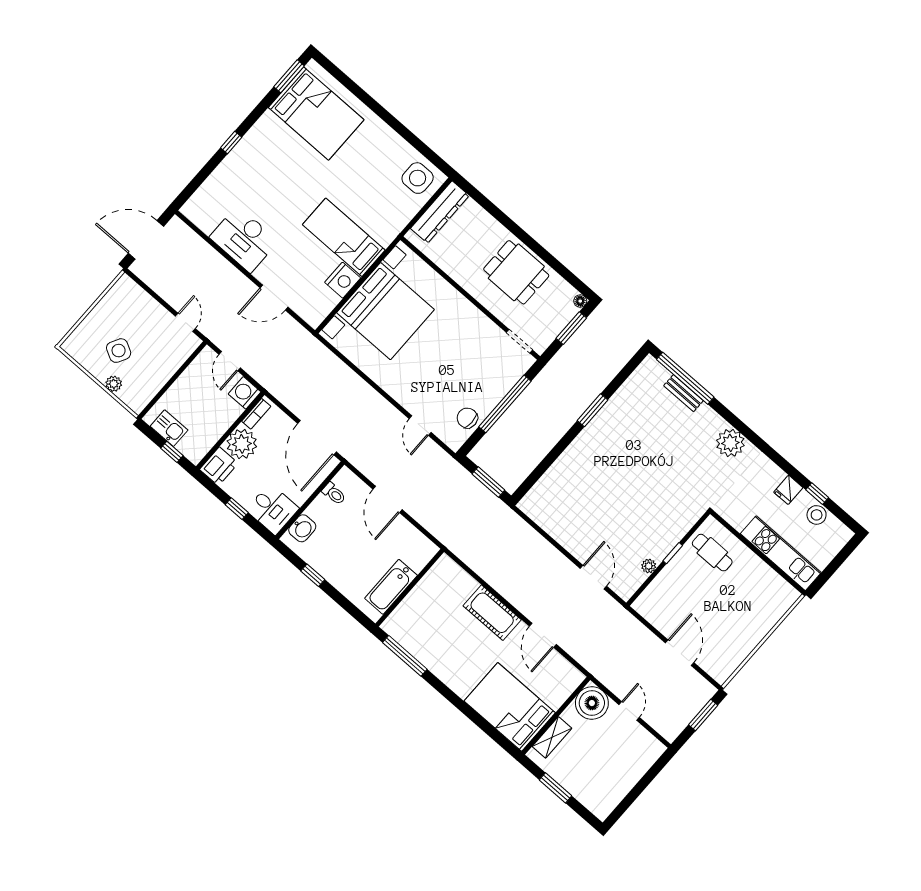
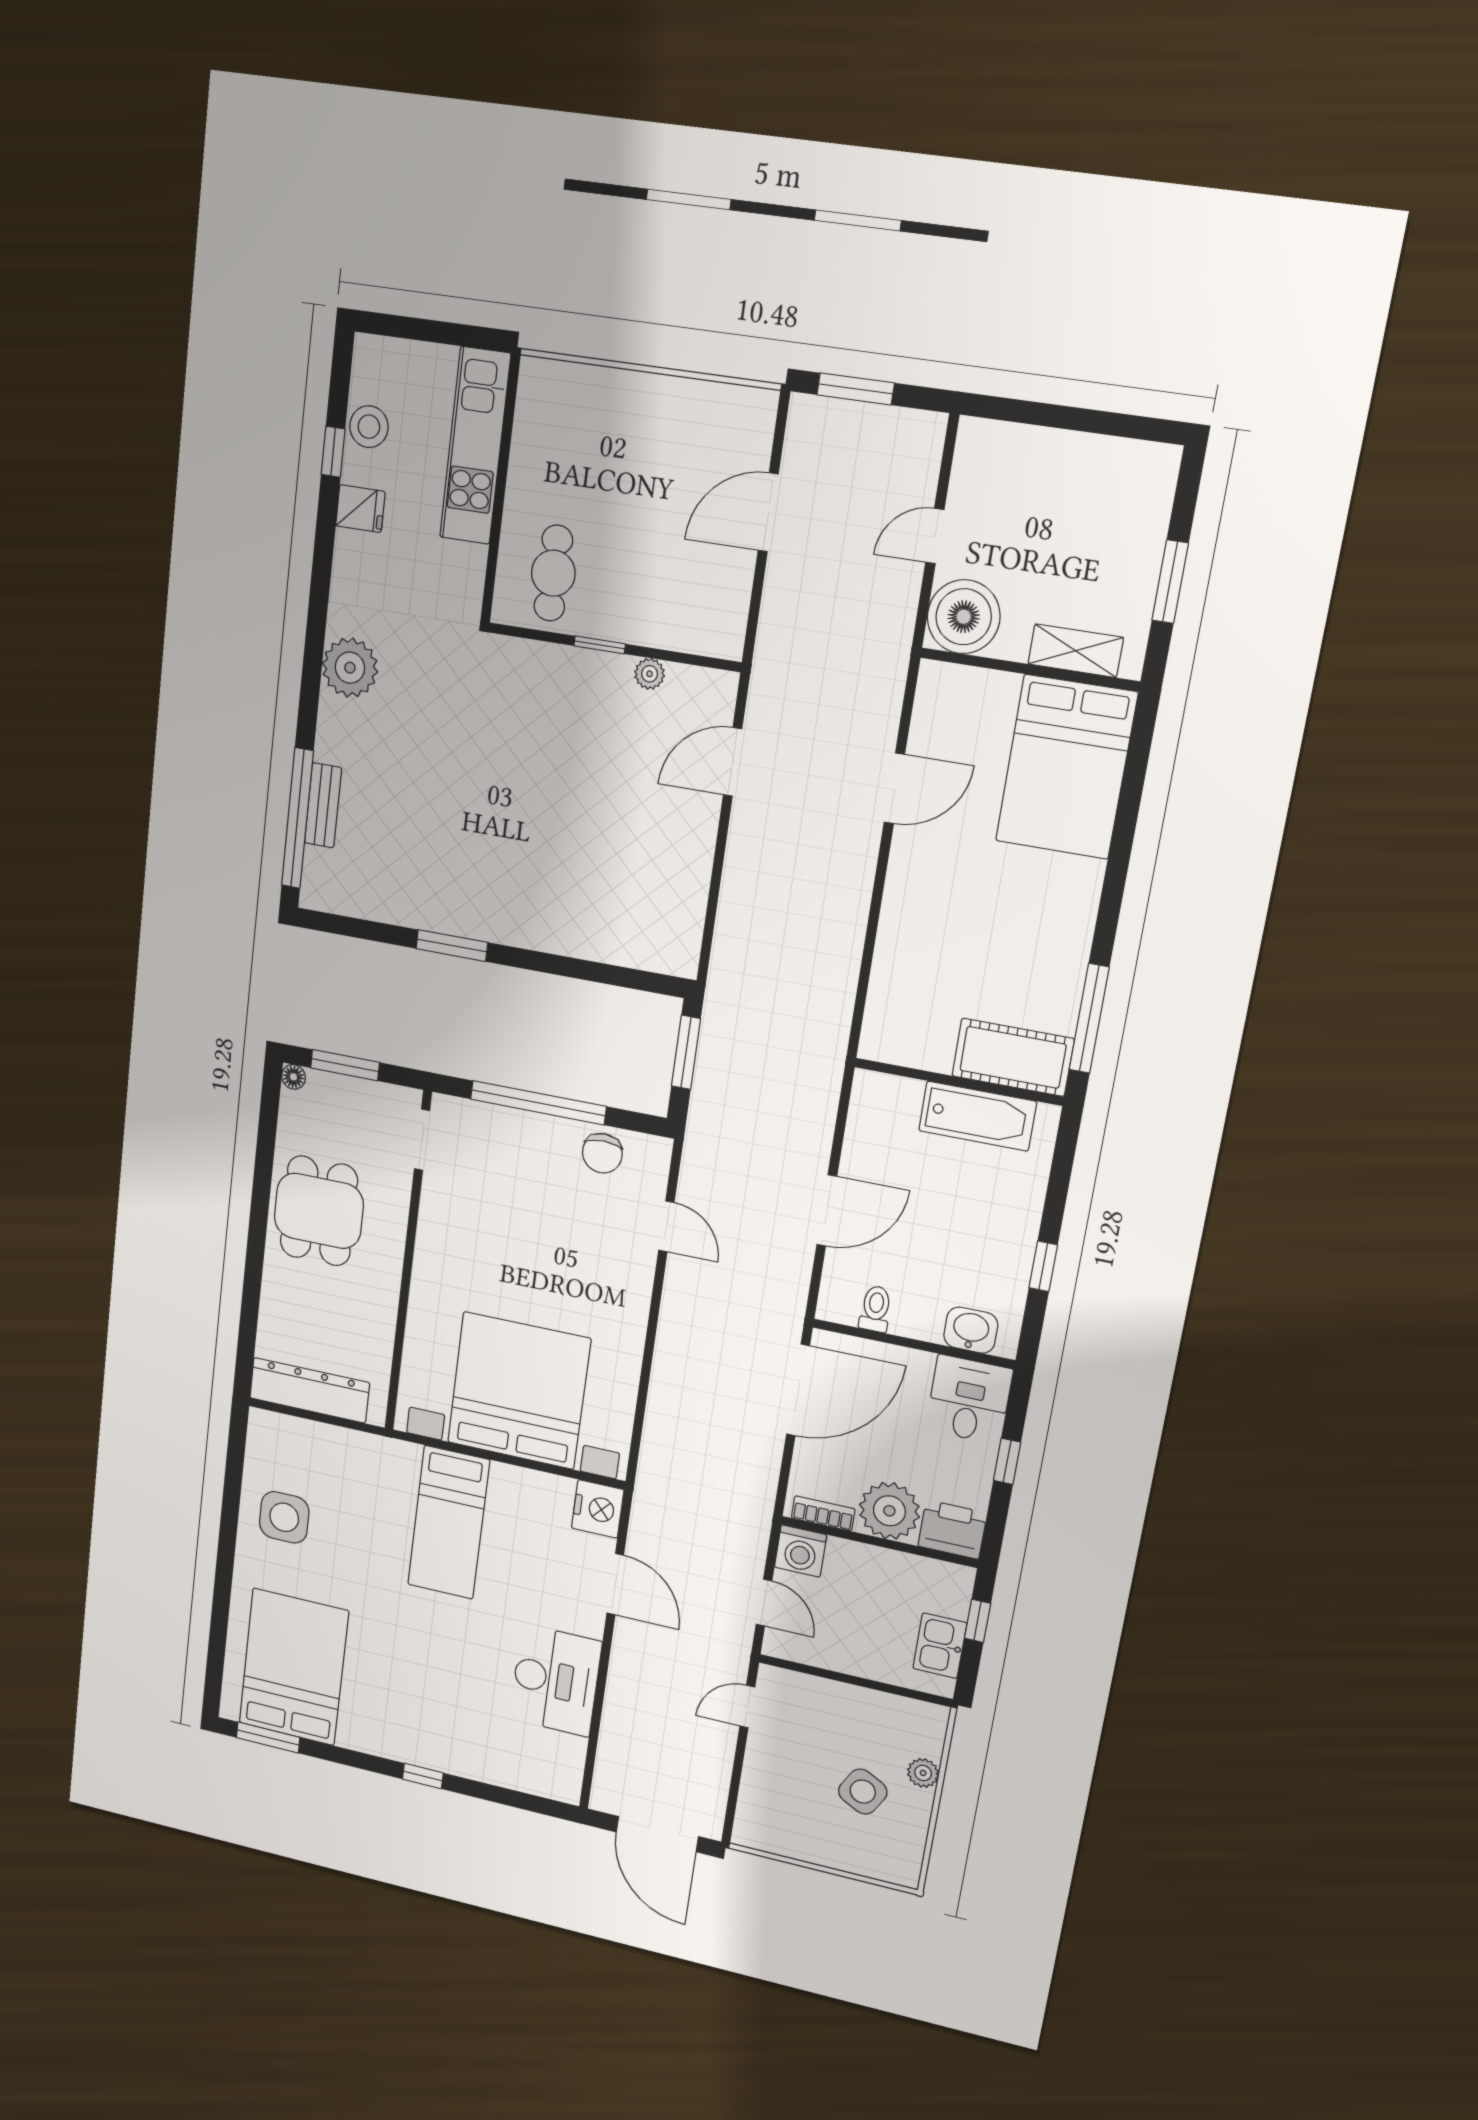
side table: (418, 178) -> (284, 1517), moved
nightstand: (343, 280) -> (598, 1509), moved, turned 90
door: (230, 361) -> (764, 1603), hinge flipped
door: (420, 426) -> (666, 1226), hinge flipped
cot: (492, 613) -> (1013, 1057), moved, turned 90

